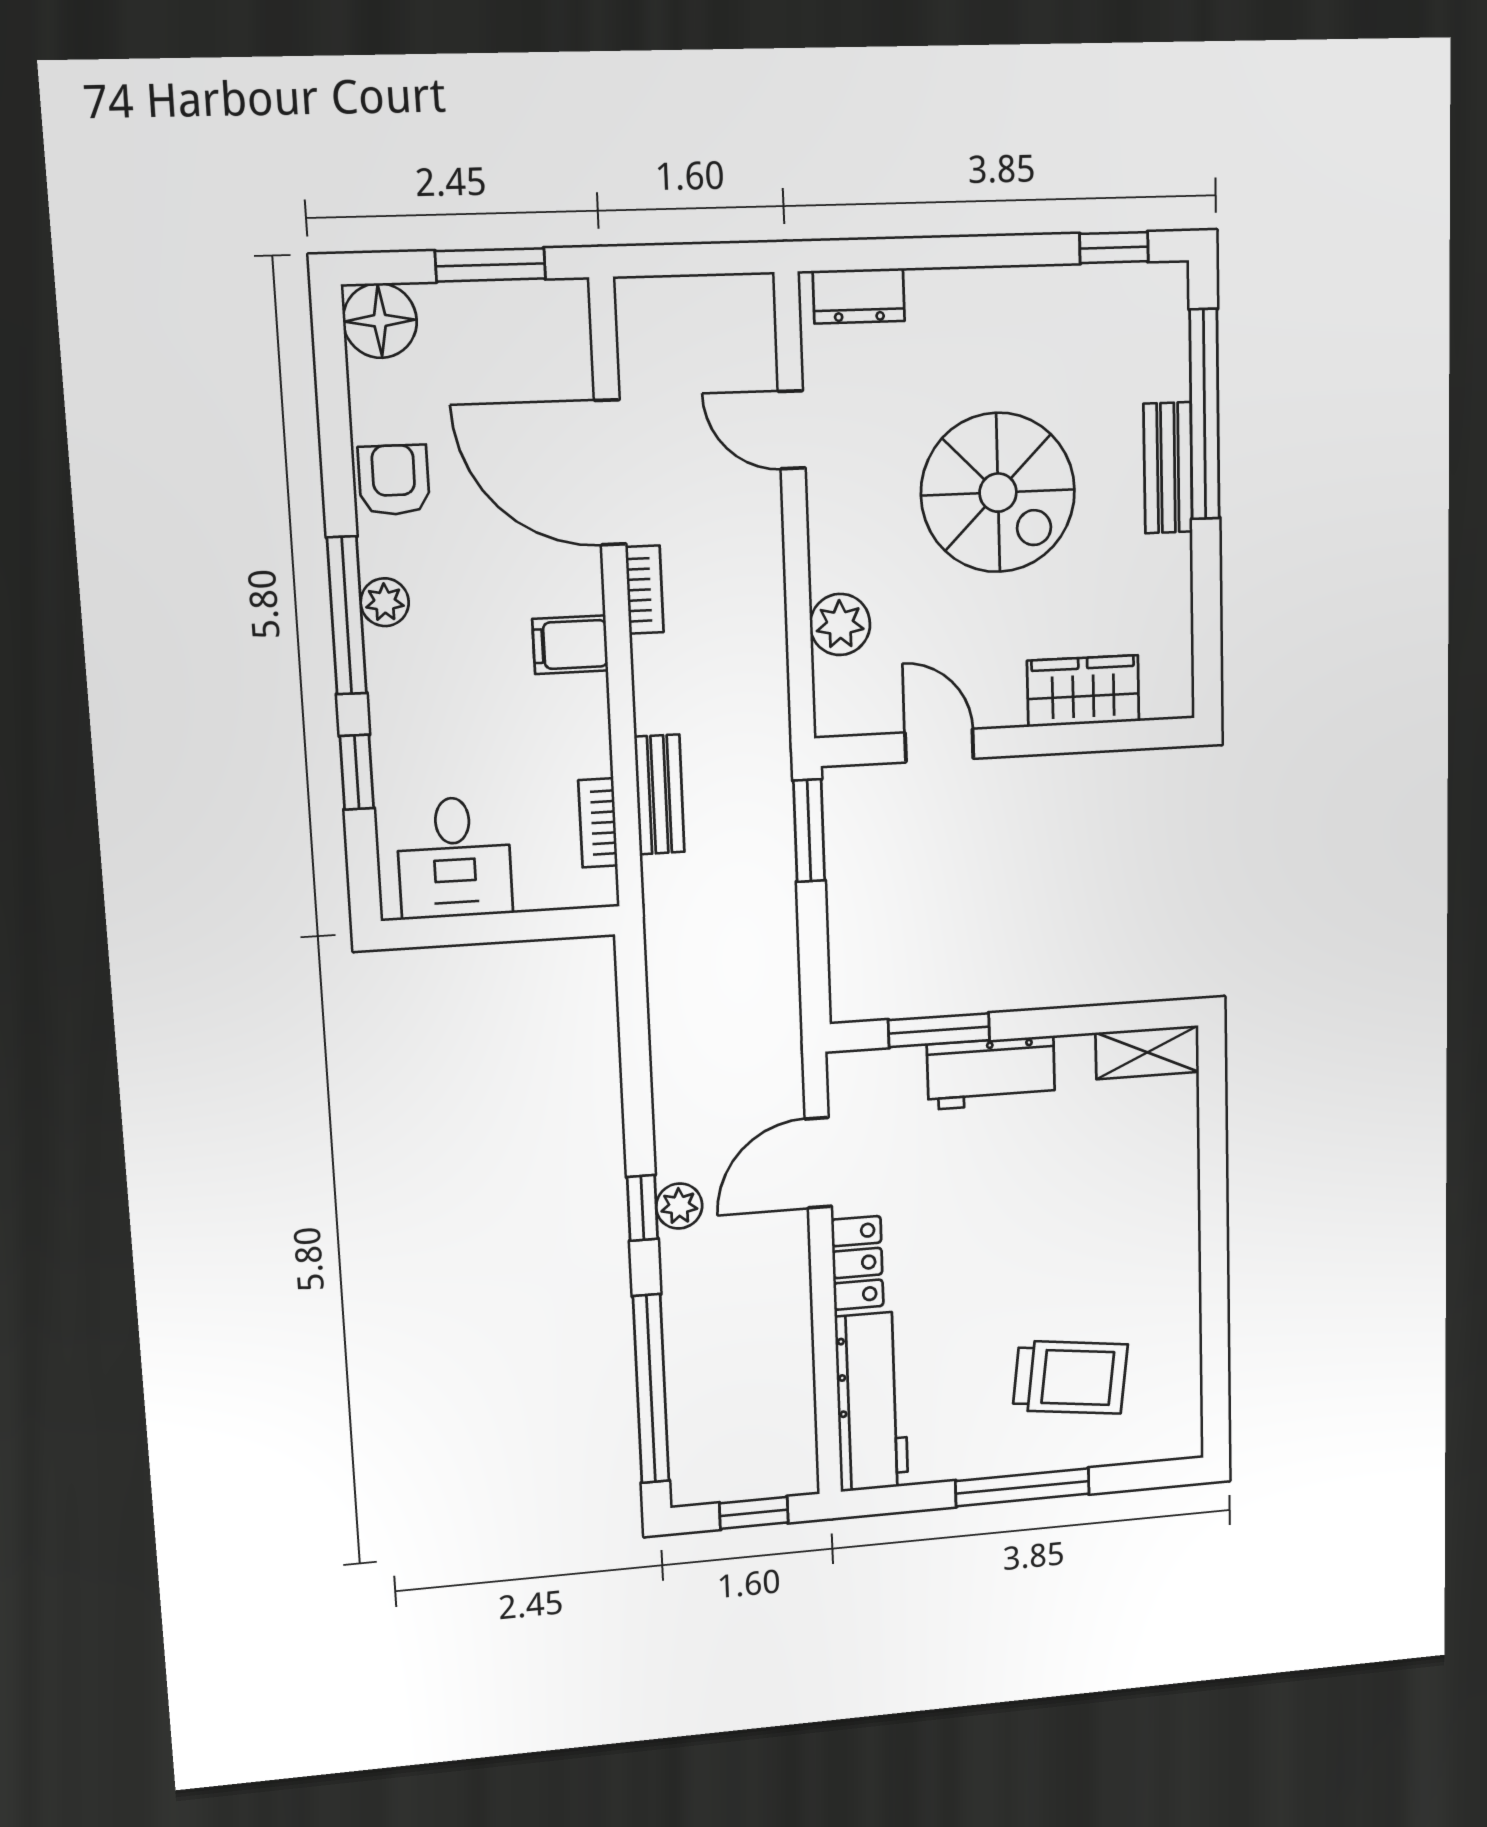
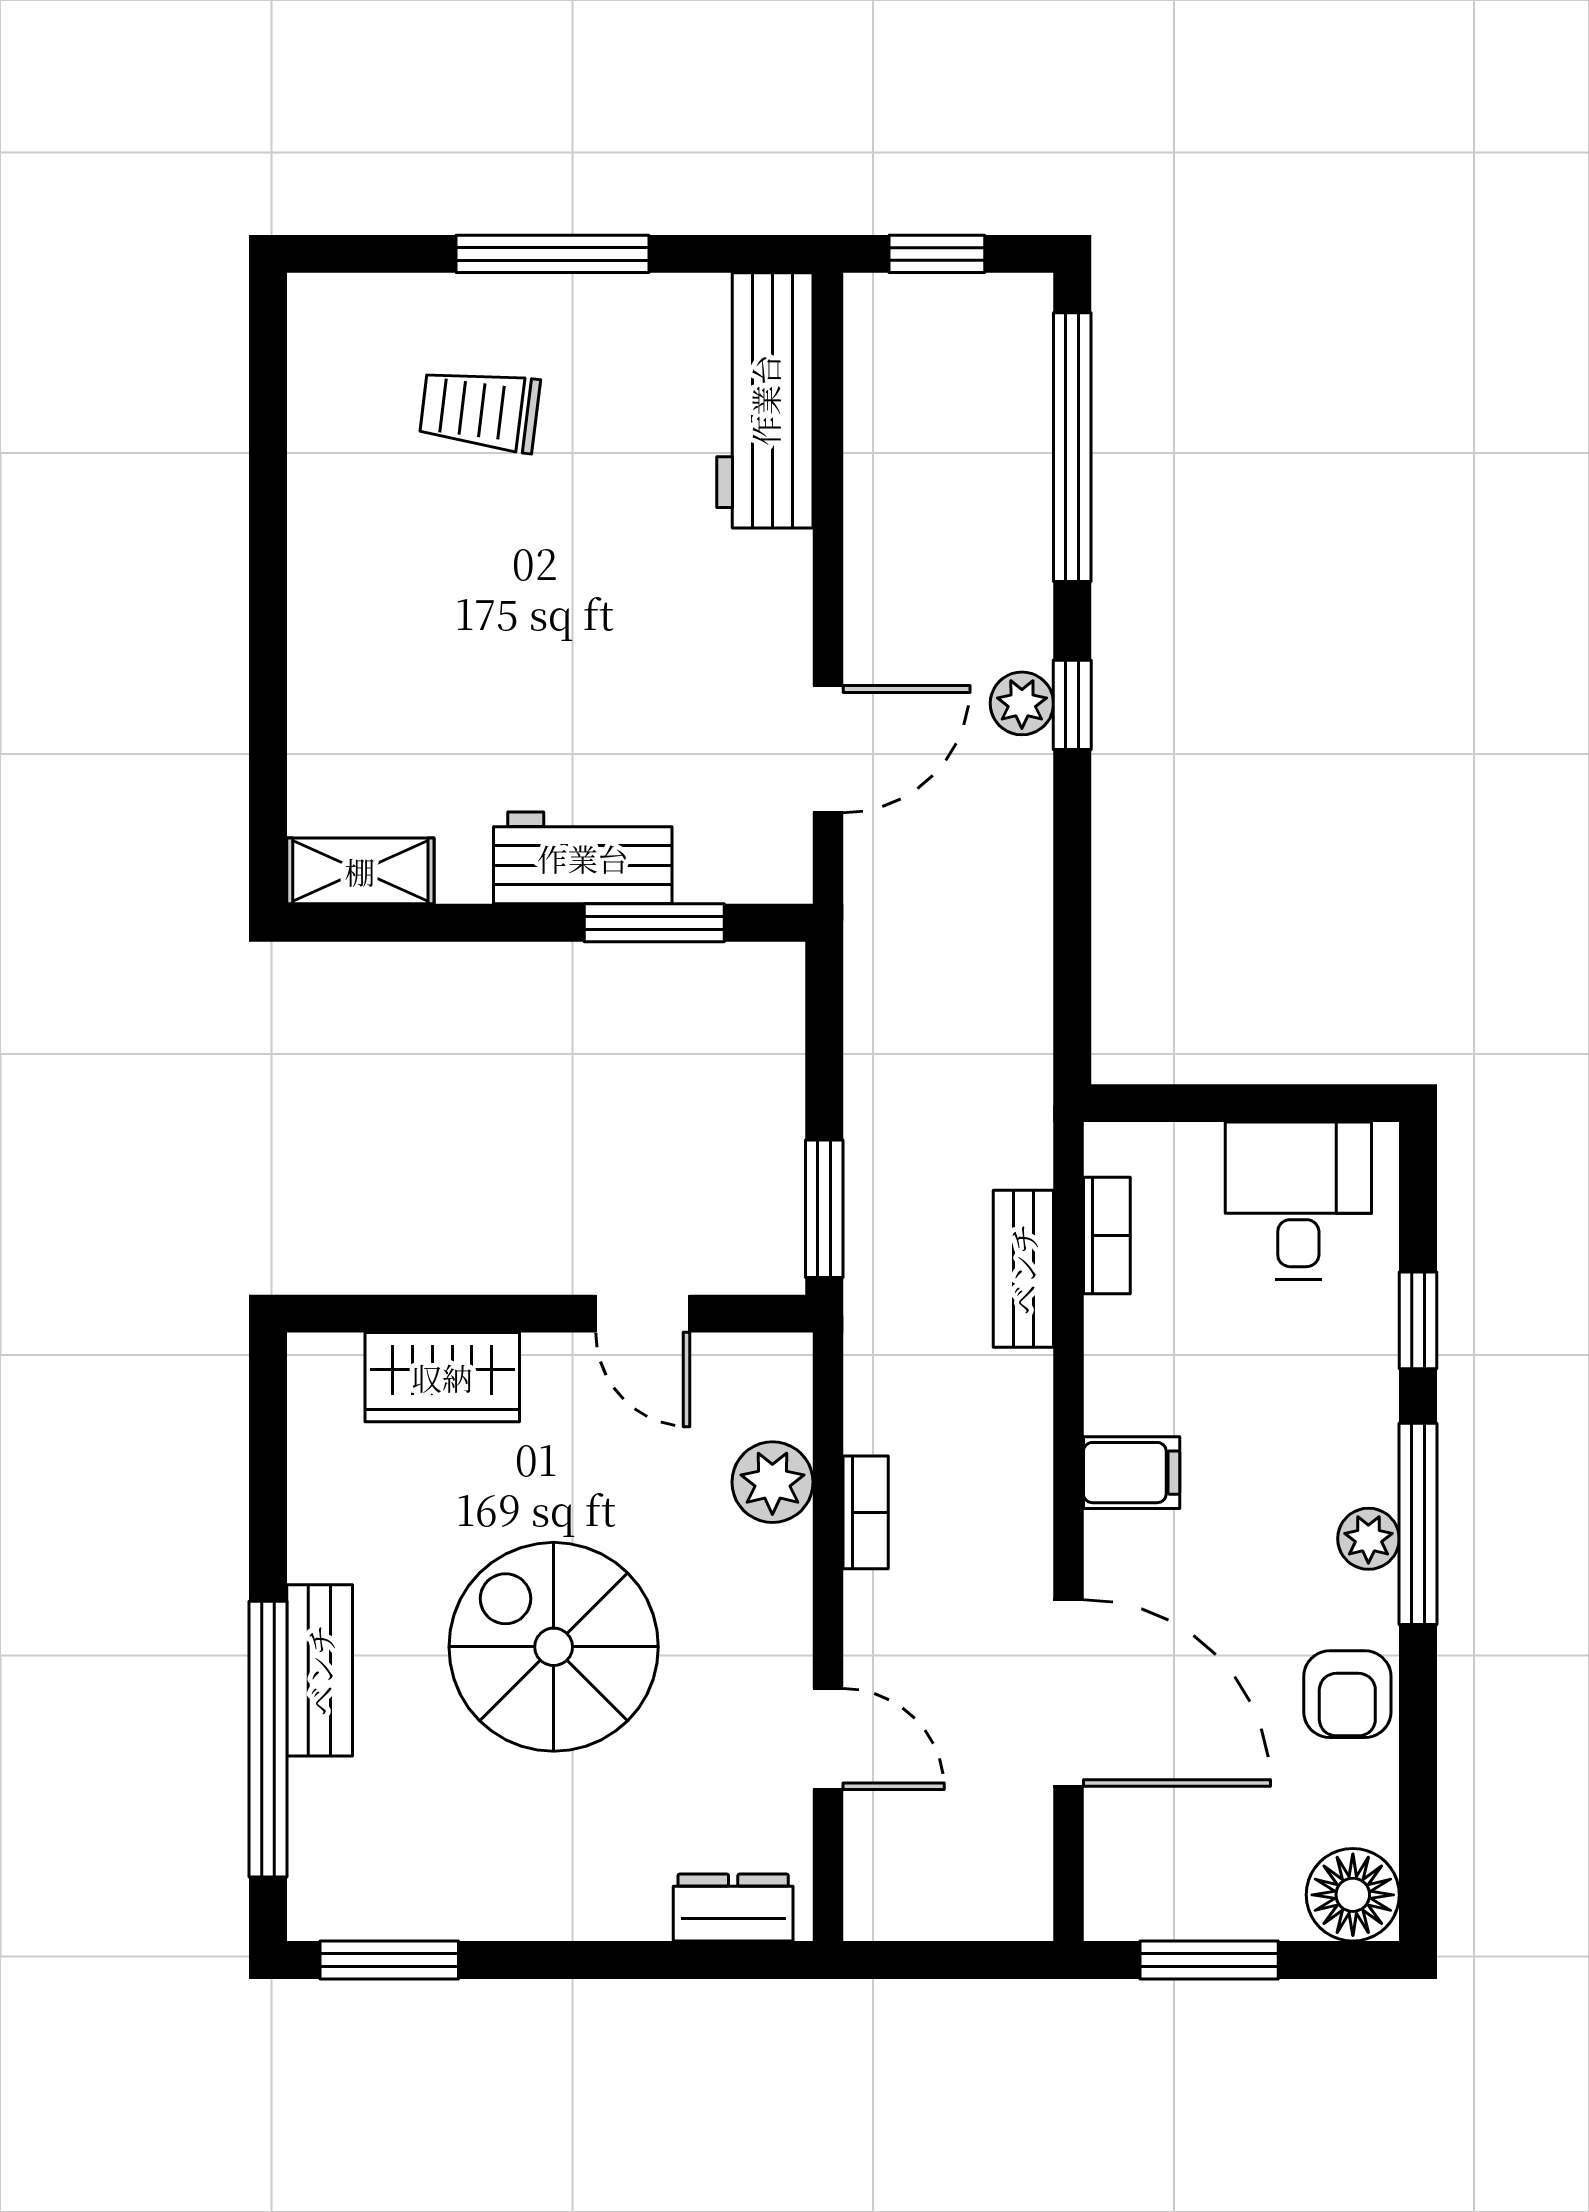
window: (1114, 248) -> (389, 1960), width x1.50
bookcase: (645, 590) -> (866, 1512), moved, turned 180
locker: (857, 1263) -> (778, 602), removed
trolley: (1070, 1377) -> (480, 410), width x0.73, depth x0.72

